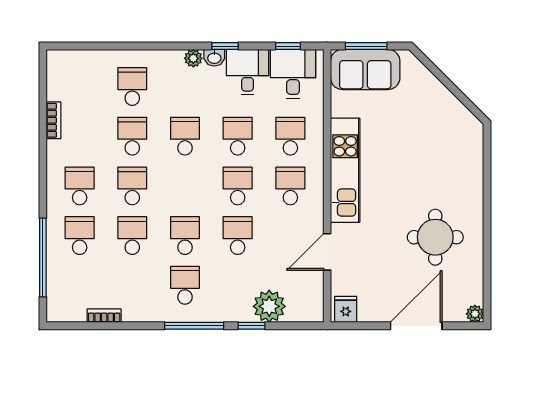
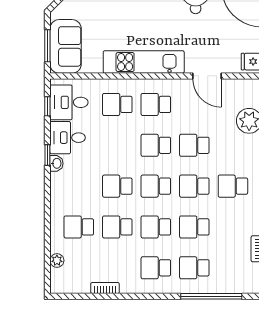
plant: (193, 58) -> (57, 260), moved
school desk: (238, 136) -> (156, 186), moved

